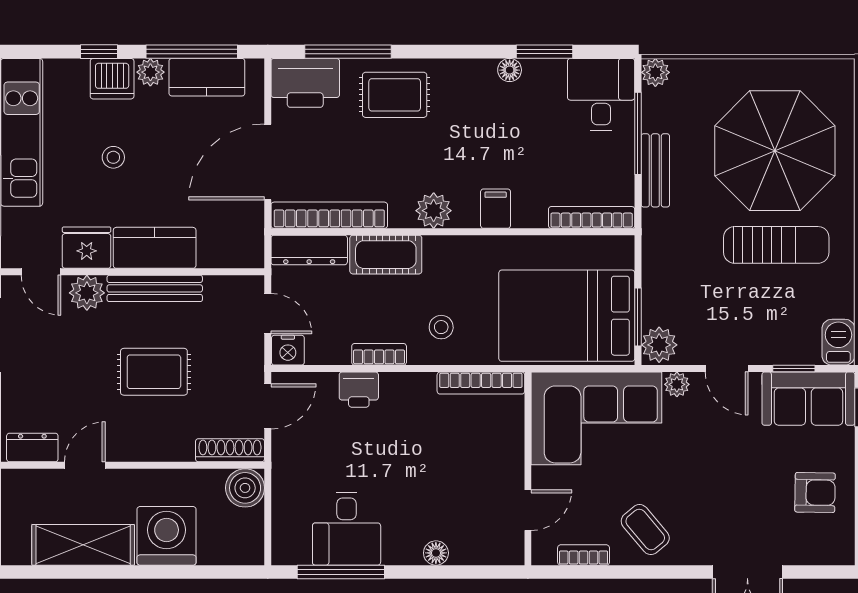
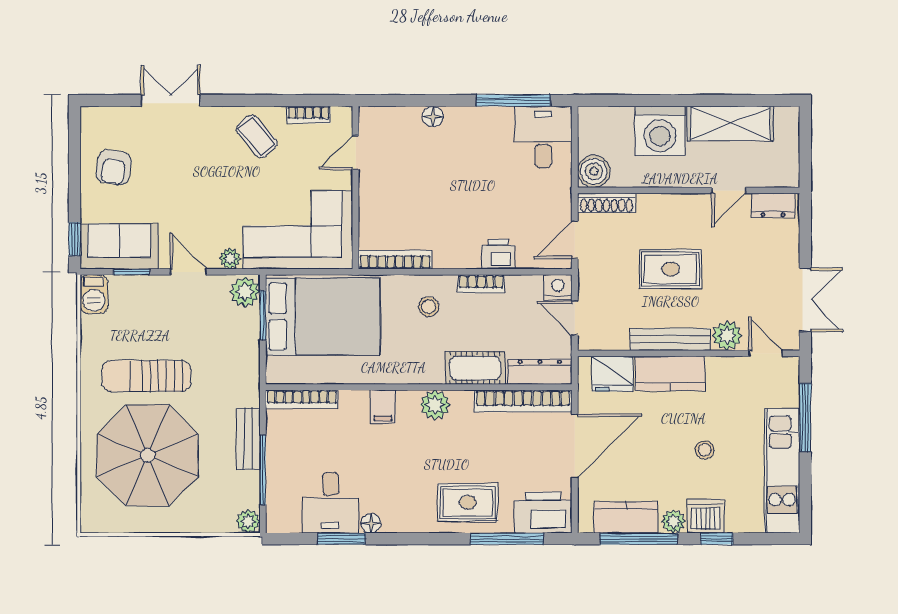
desk: (601, 94) -> (331, 503), moved
fridge: (87, 248) -> (613, 374), moved
armchair: (815, 493) -> (114, 167), turned -83
desk: (347, 529) -> (543, 137), moved

